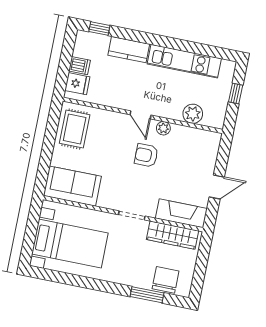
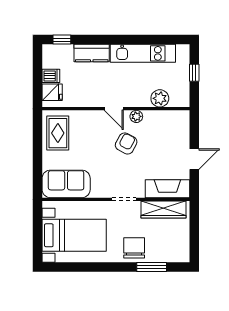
armchair: (146, 155) -> (126, 143), turned 118
chair: (166, 280) -> (134, 248), moved

